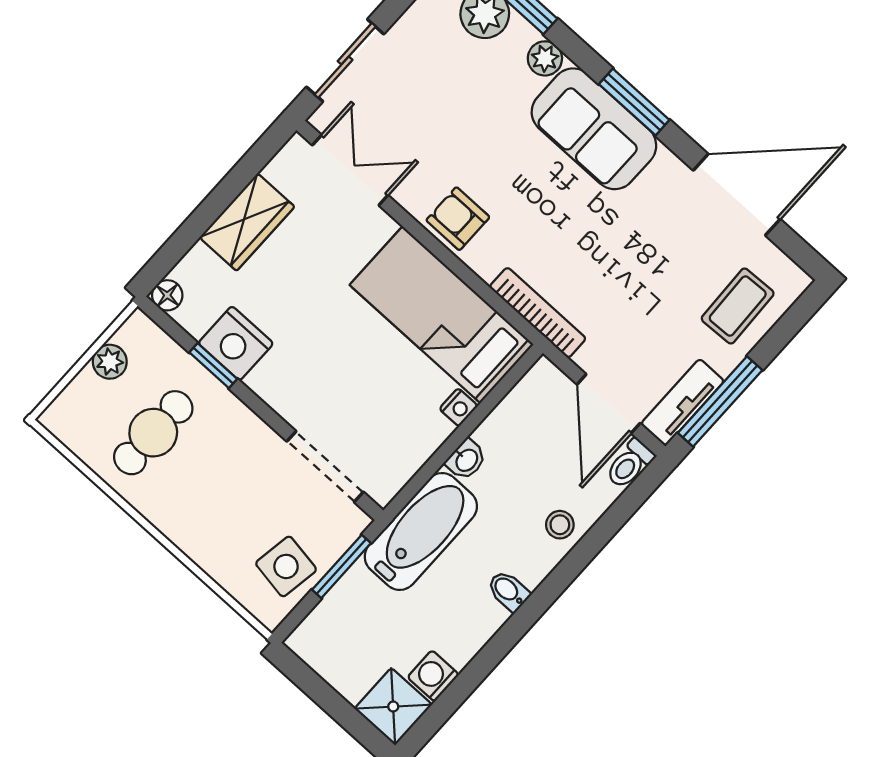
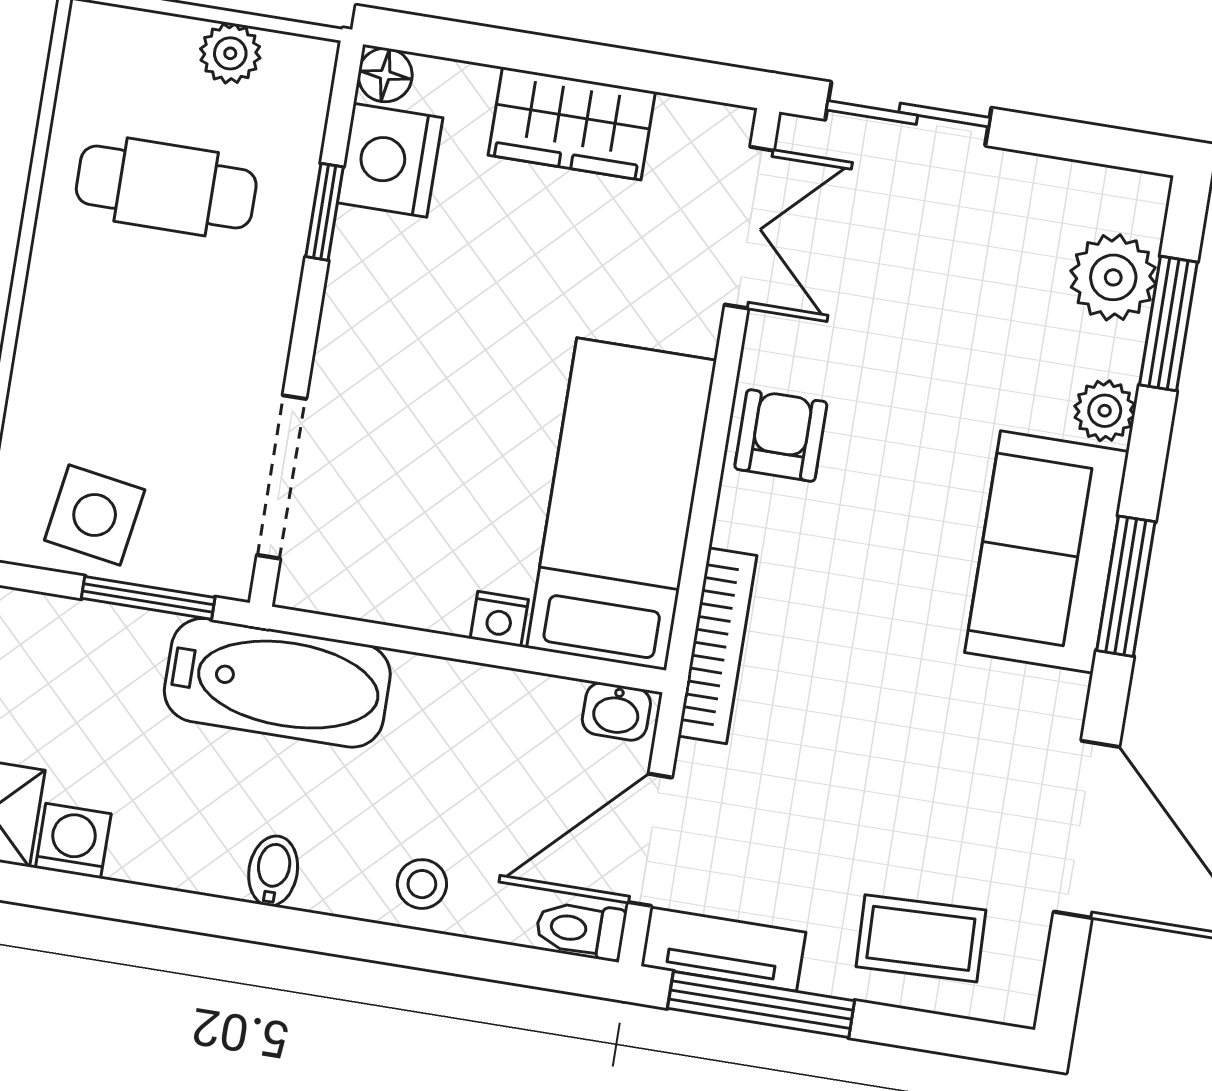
nightstand: (236, 343) -> (390, 160), moved
washbasin: (466, 460) -> (616, 712), moved

